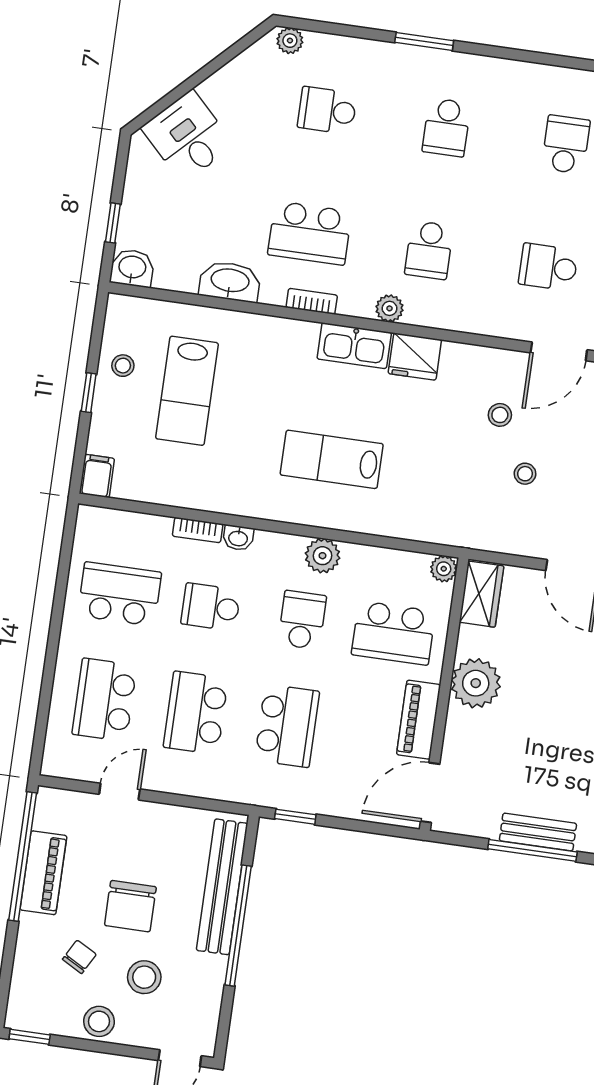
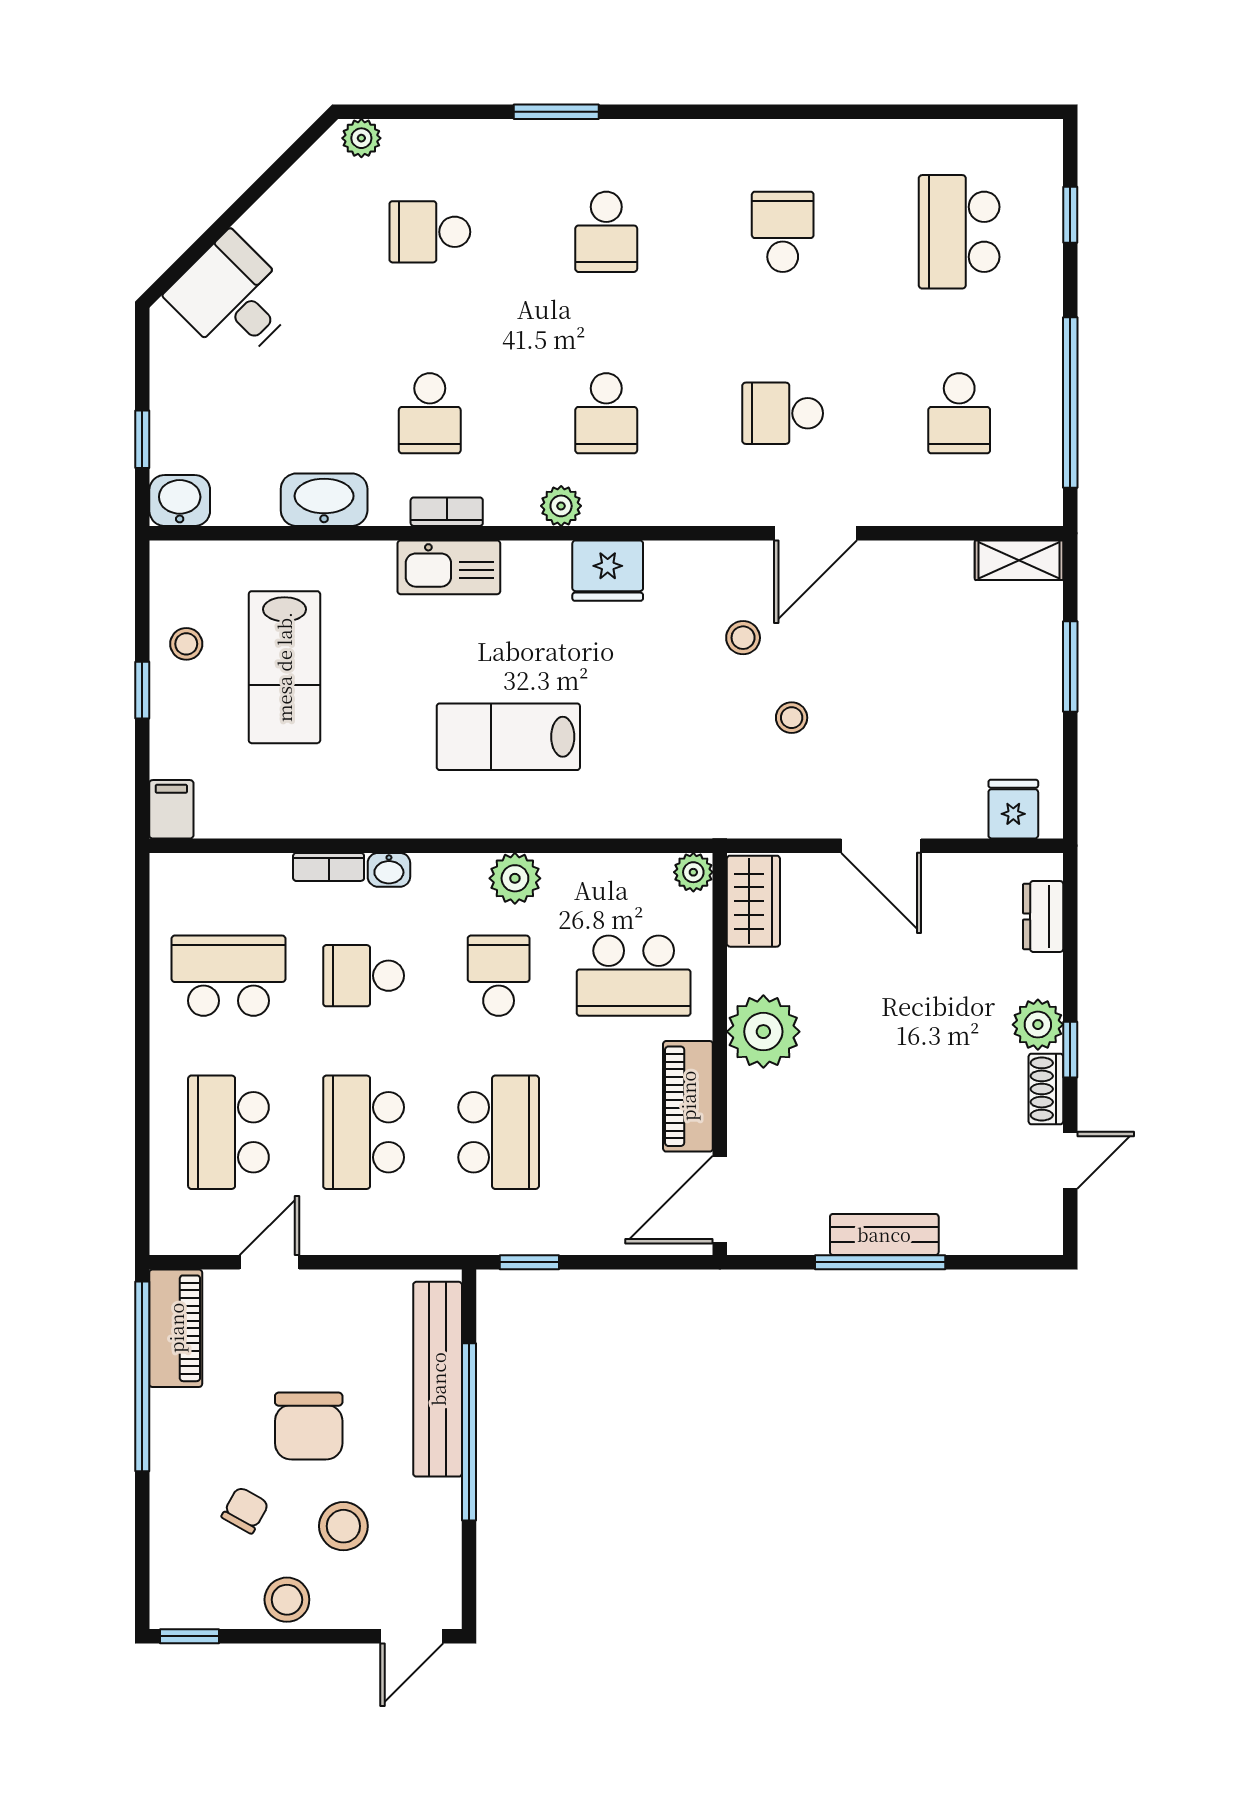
school desk: (310, 233) -> (430, 413), width x0.54
kitchen sink: (354, 346) -> (449, 567), moved
piano: (43, 873) -> (176, 1328), moved

